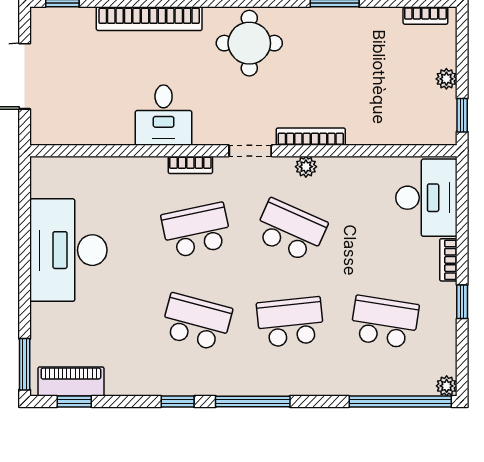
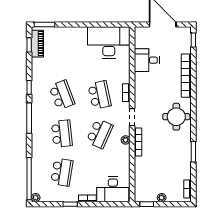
desk: (164, 115) -> (147, 60), moved
desk: (68, 250) -> (109, 43), moved
school desk: (196, 322) -> (62, 95), turned -36

